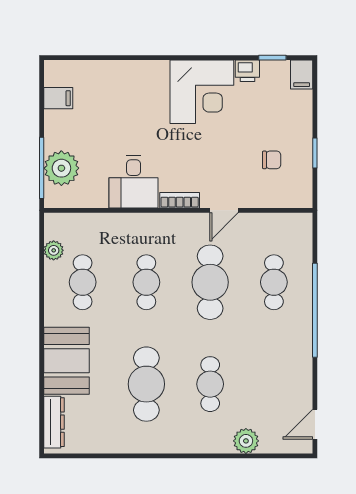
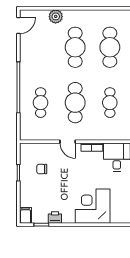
corner desk: (202, 92) -> (93, 206), moved
door: (224, 210) -> (68, 142), swing flipped
cafe table: (210, 384) -> (75, 47), width x1.37, depth x1.35

